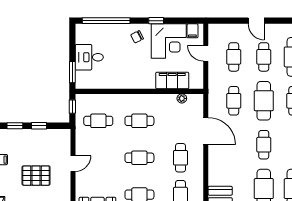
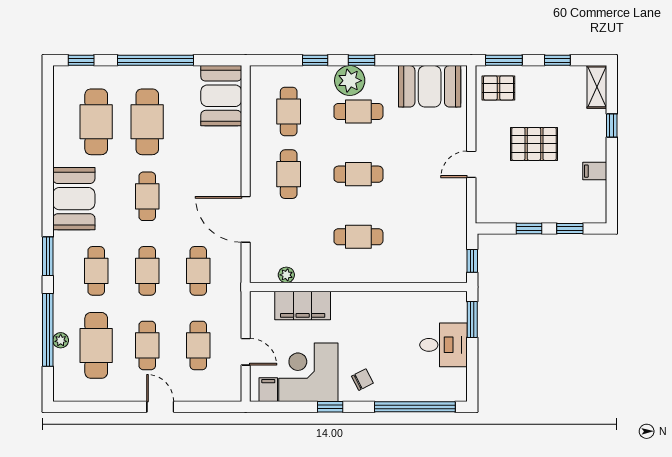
cafe table: (264, 101) -> (147, 271), width x0.73, depth x0.74
cafe table: (98, 121) -> (428, 237), removed

